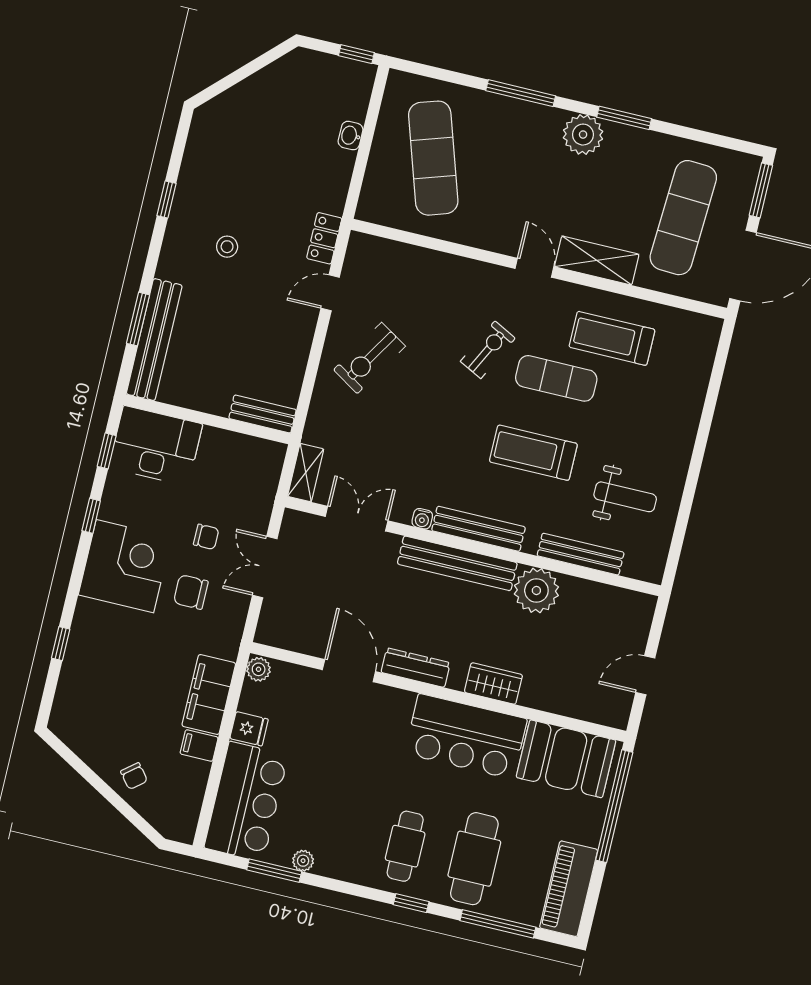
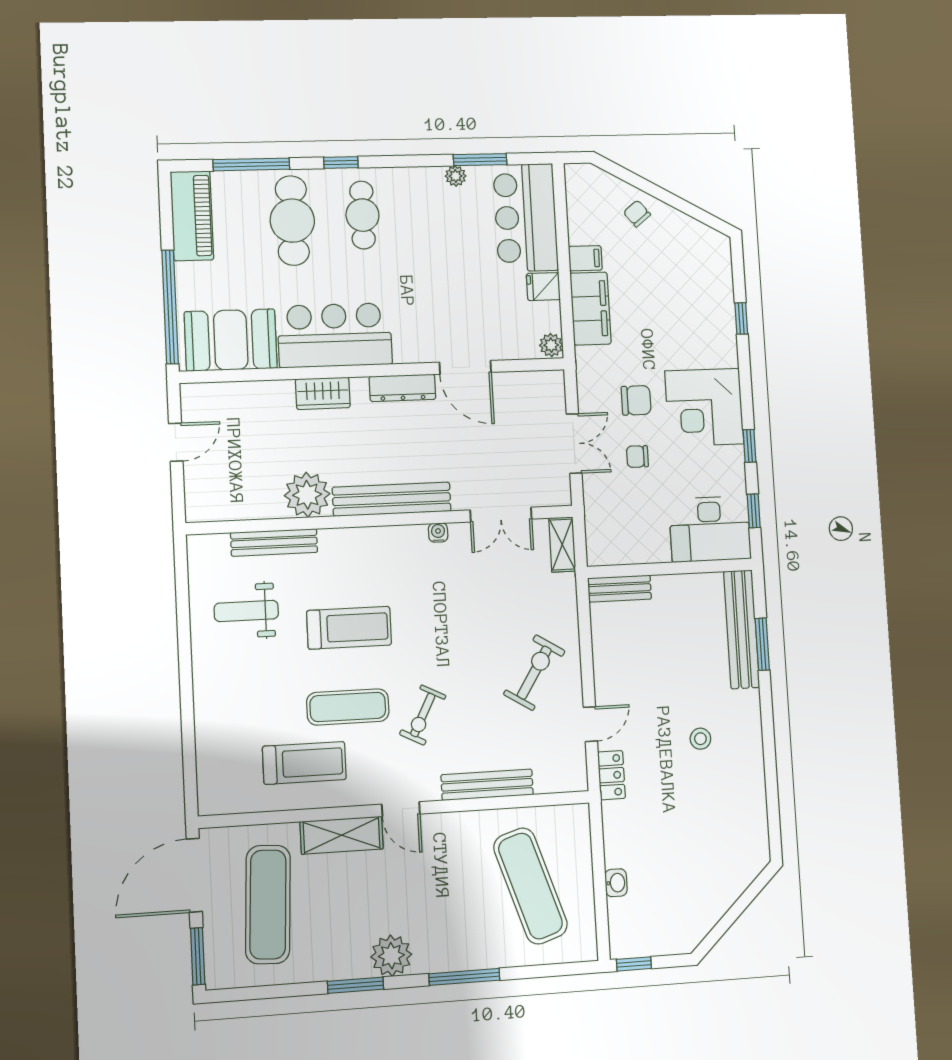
window: (166, 199) -> (770, 766), removed
bench: (478, 529) -> (487, 785), moved

